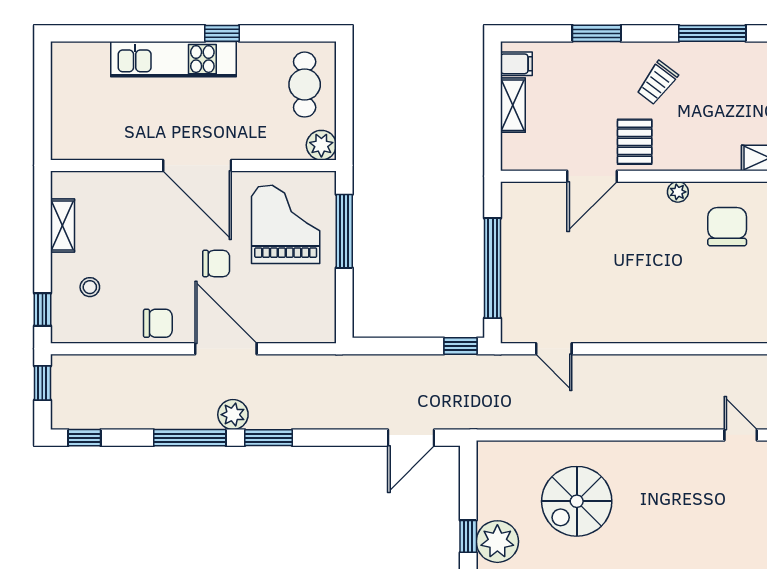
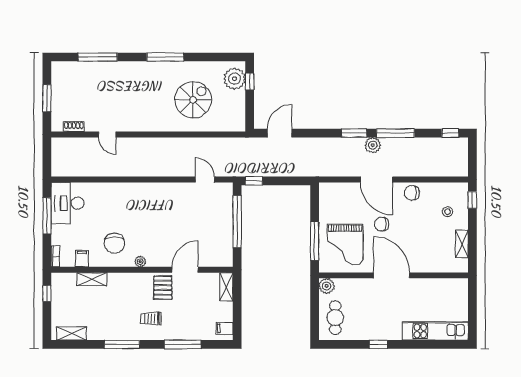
window: (597, 33) -> (183, 344), width x1.44
kitchen unit: (174, 59) -> (435, 331), moved
trolley: (657, 83) -> (151, 319), turned -127
shelving: (513, 105) -> (226, 287), moved
window: (42, 383) -> (472, 162), removed

